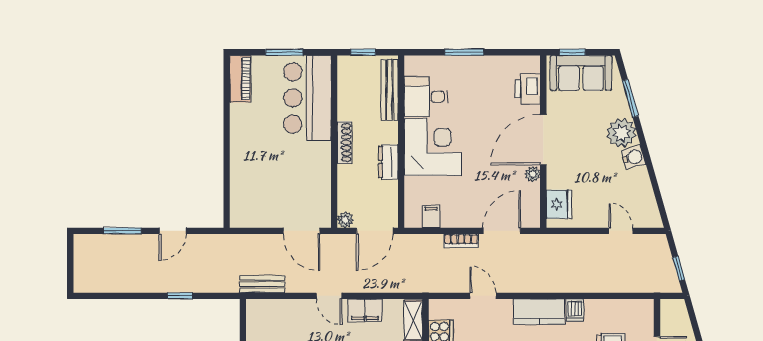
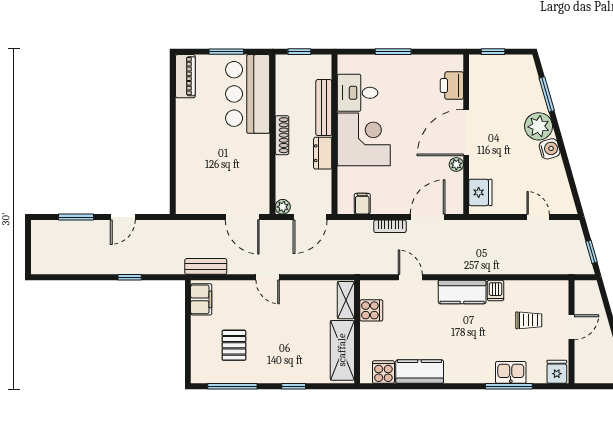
sofa: (581, 73) -> (501, 71), removed
bench: (390, 90) -> (324, 108), moved
filing cabinet: (365, 310) -> (201, 299), moved, turned -90

